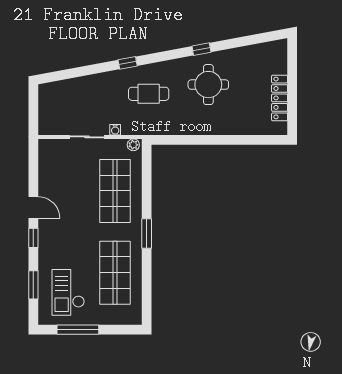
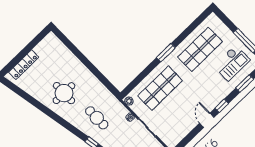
window: (201, 49) -> (50, 113), removed
locker: (280, 98) -> (24, 65), moved

